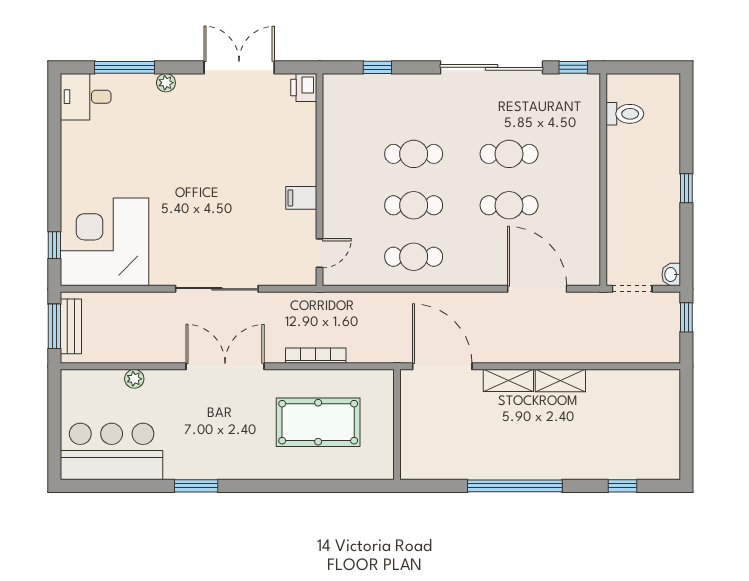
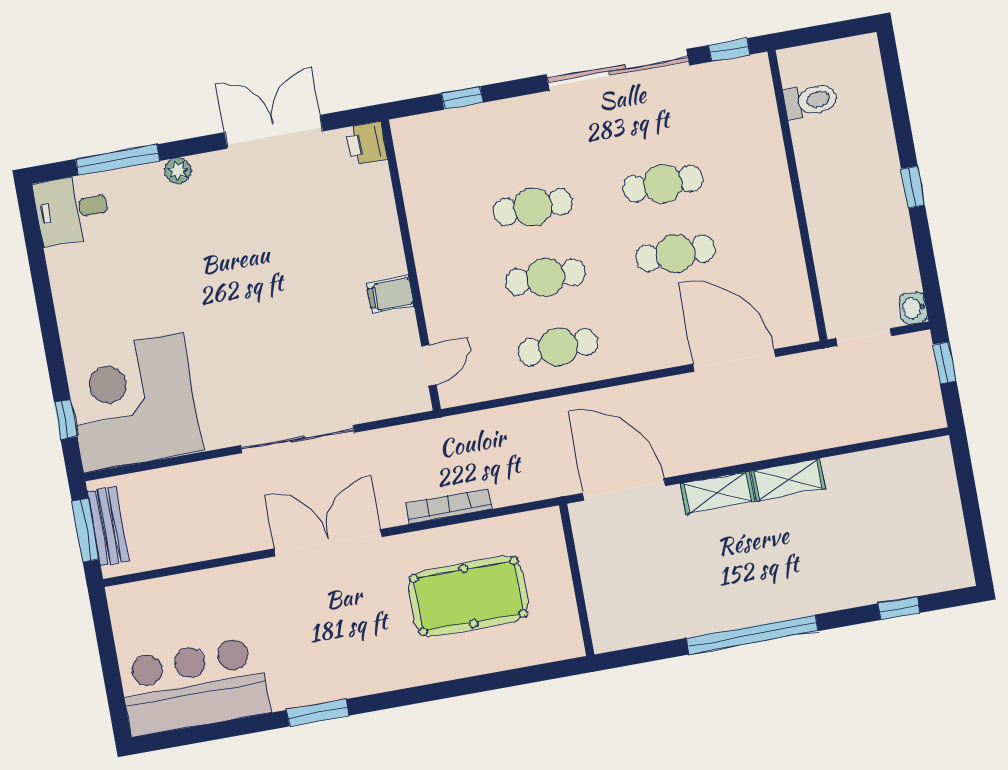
plant: (134, 379) -> (207, 582), removed

